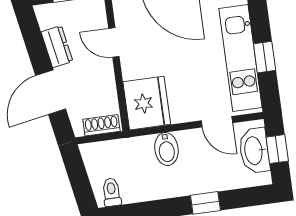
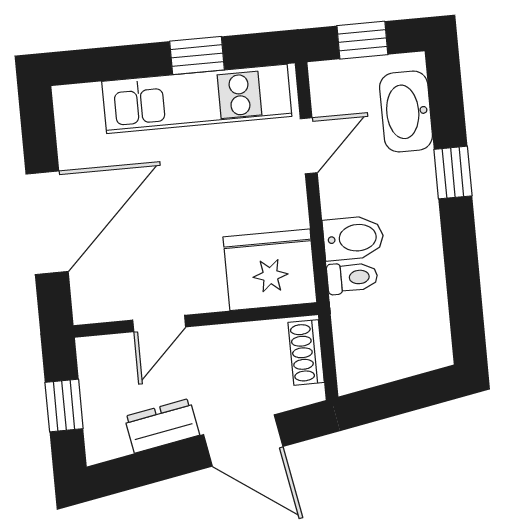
washbasin: (254, 151) -> (406, 111), moved, turned 90
toilet: (112, 192) -> (352, 278), moved, turned 180

